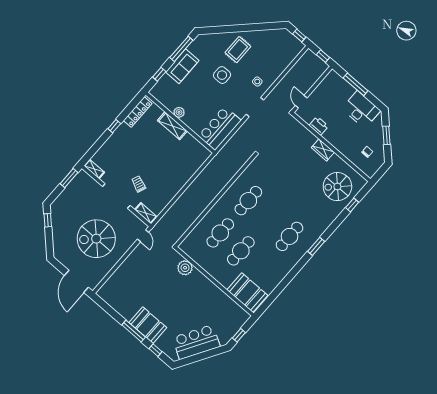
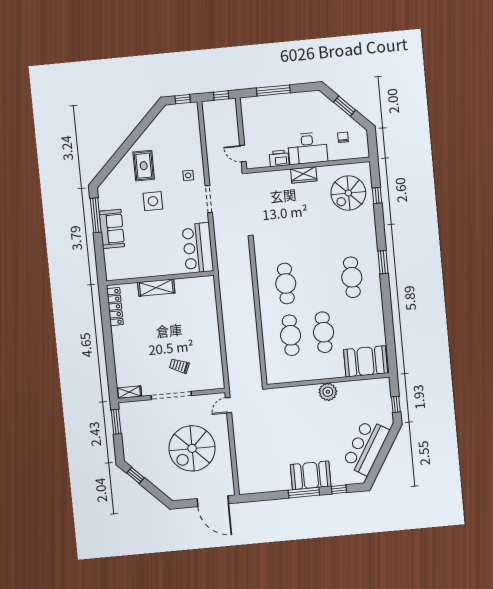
window: (159, 74) -> (100, 256), removed
desk: (361, 110) -> (308, 148), moved, turned 180
plant: (179, 112) -> (150, 271), removed
window: (114, 126) -> (108, 339), removed
shelving: (146, 213) -> (211, 384), removed
door: (143, 236) -> (228, 405), swing flipped
plant: (185, 268) -> (328, 392), moved

